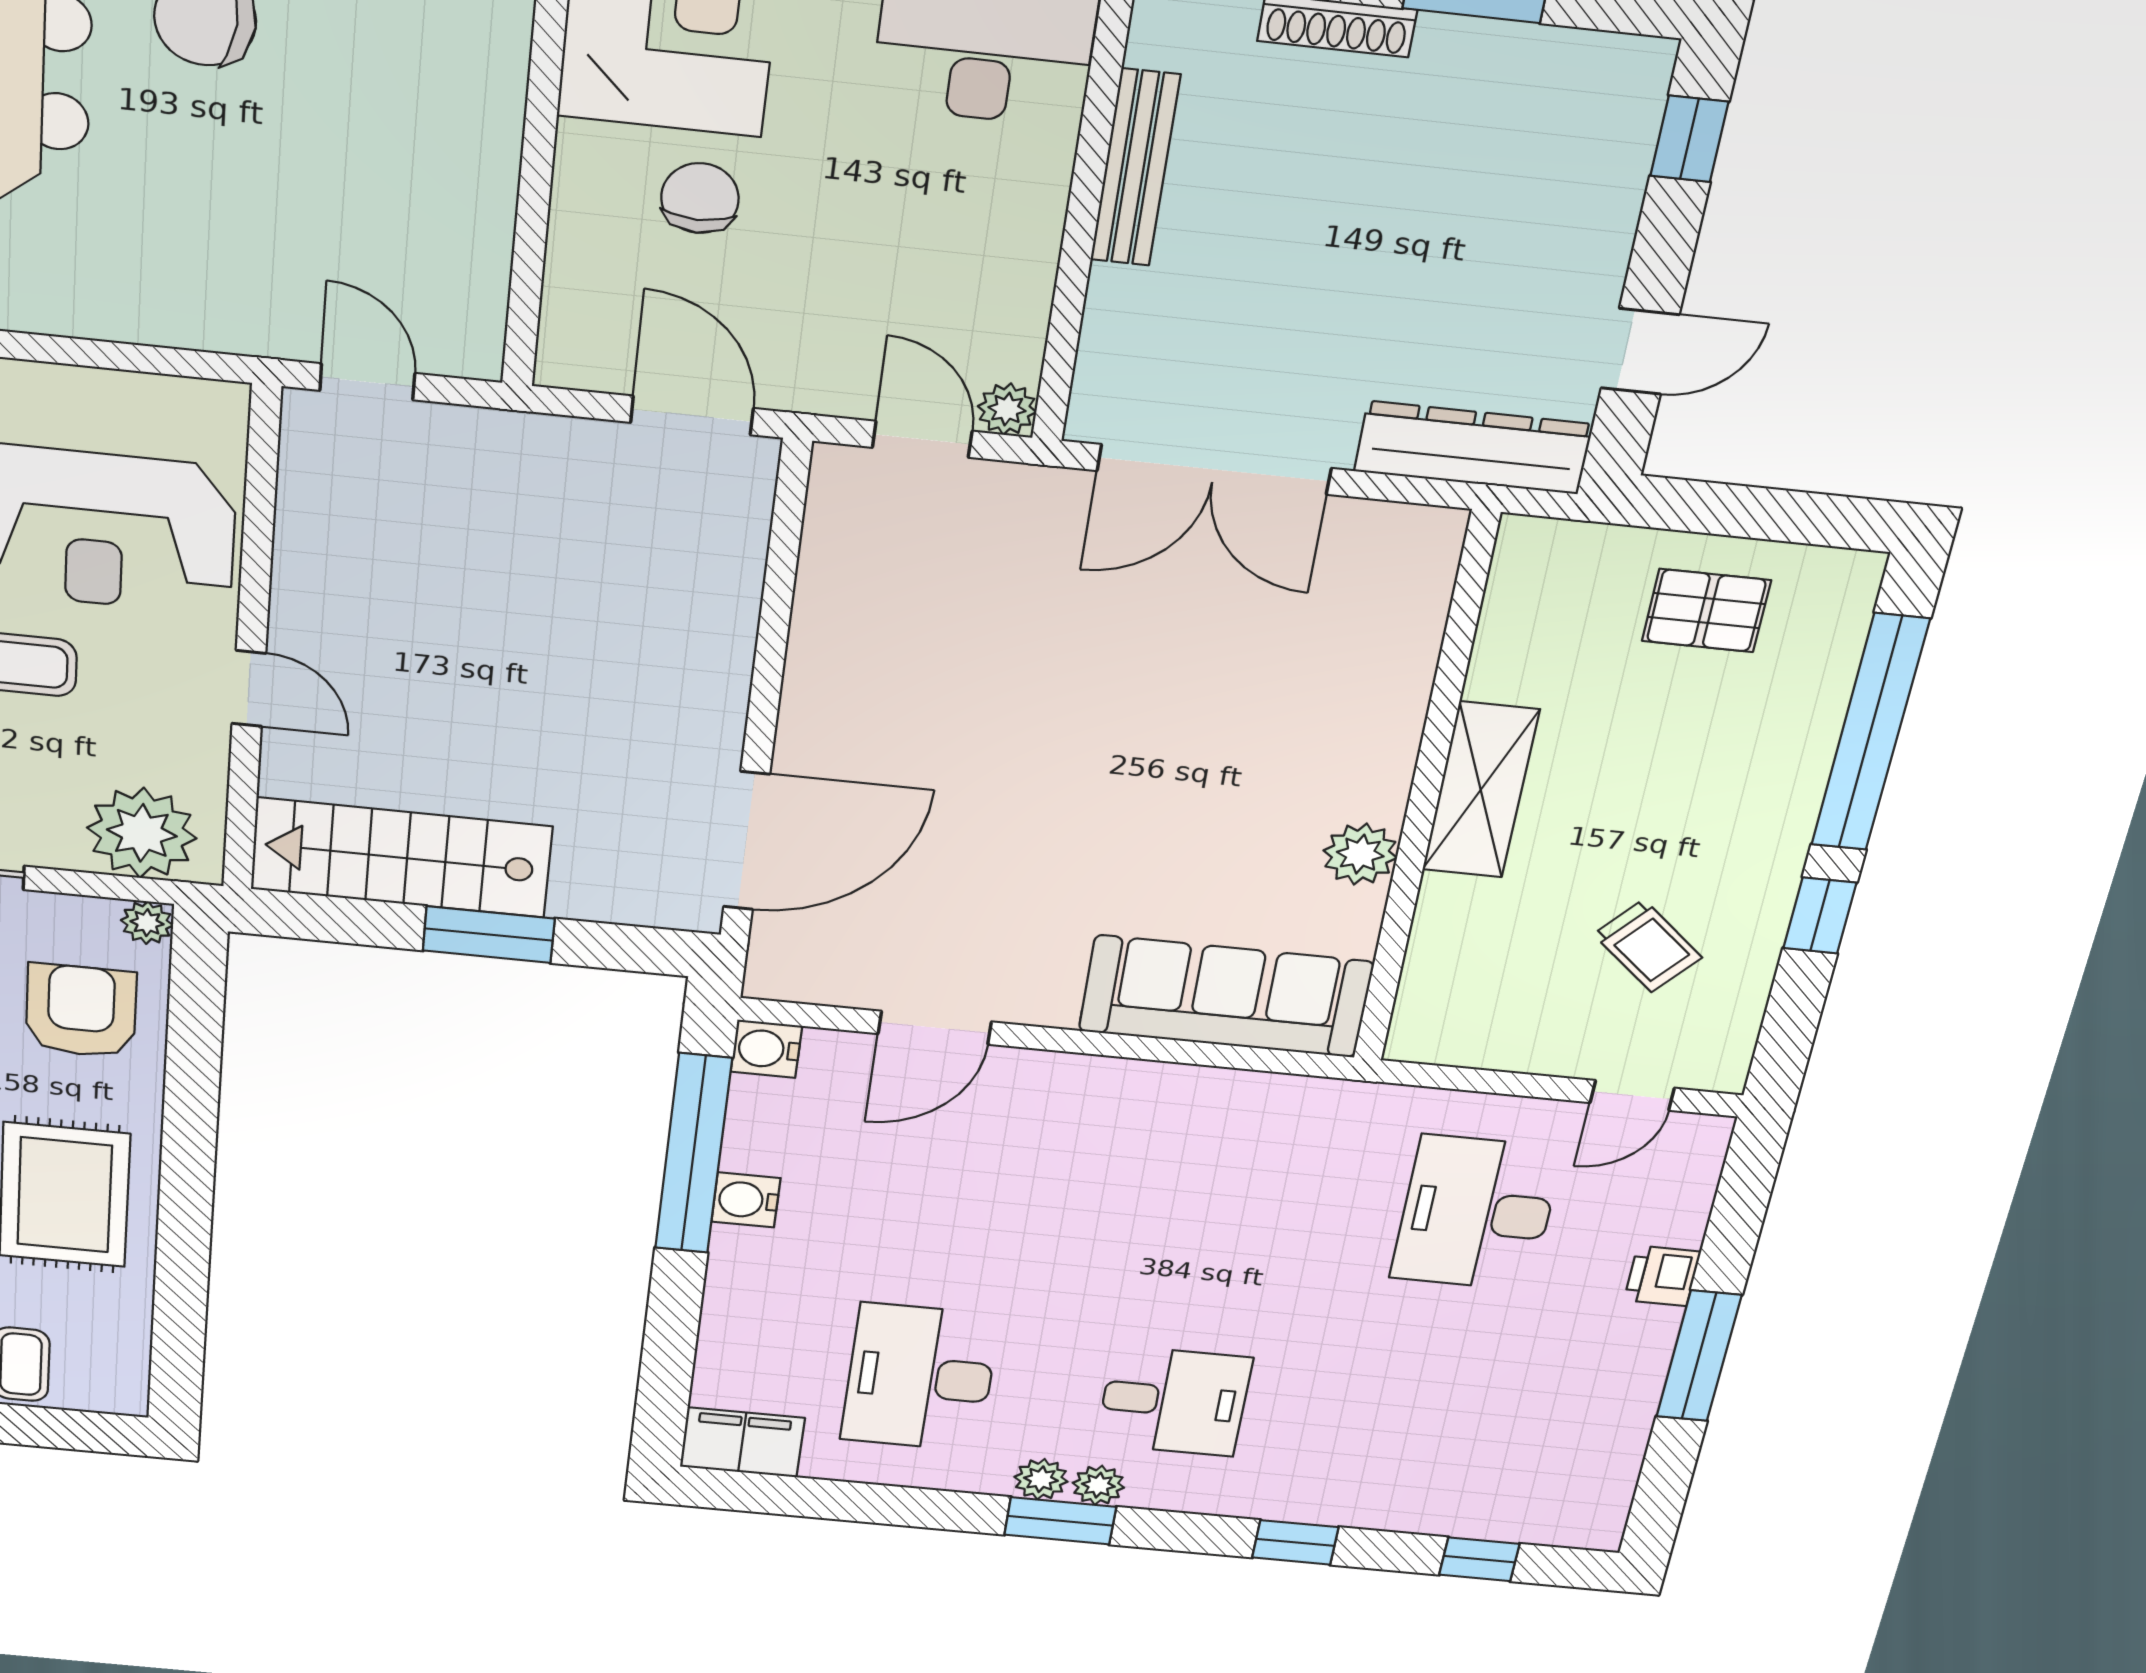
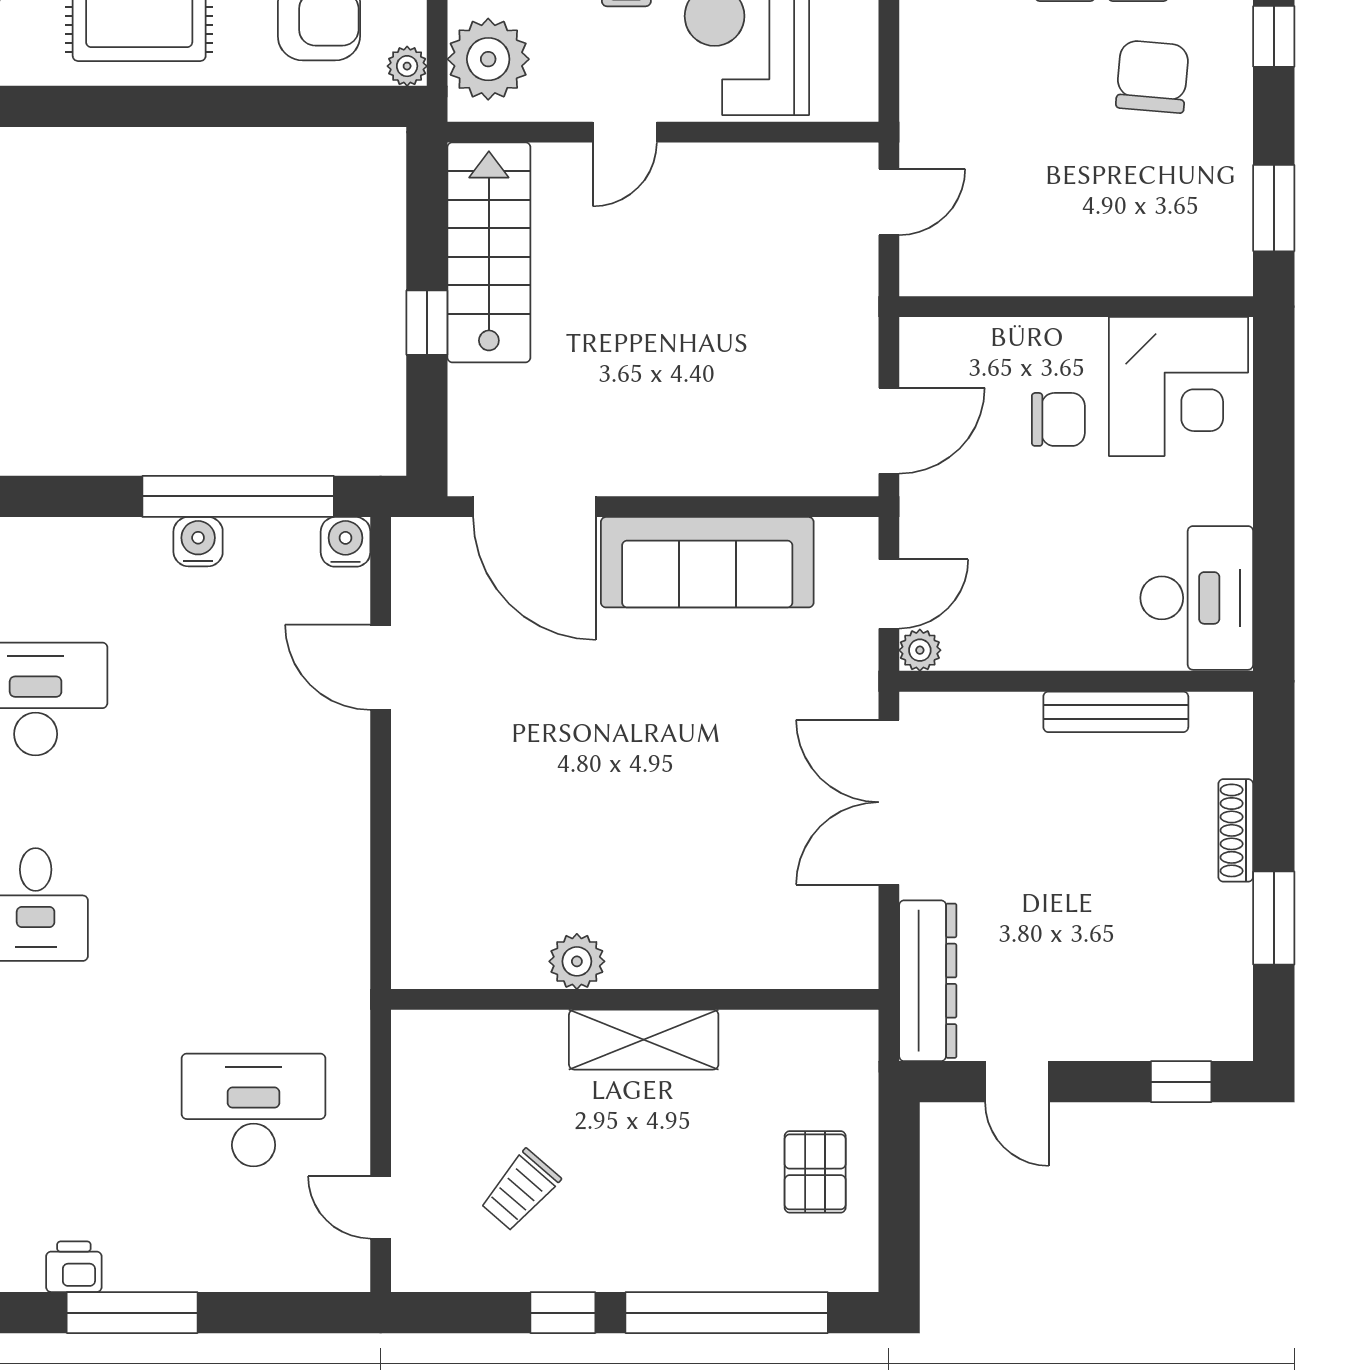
window: (489, 935) -> (427, 323), width x0.67
sofa: (1226, 996) -> (707, 562), moved, turned 90
printer: (1662, 1276) -> (74, 1267), moved

